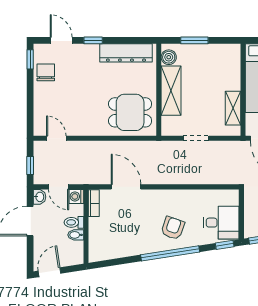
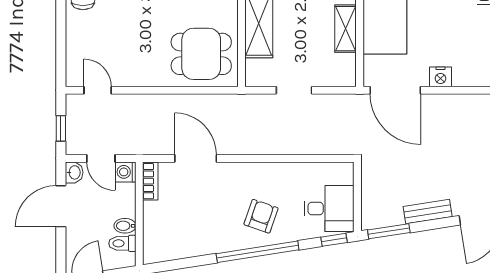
shelving: (233, 108) -> (346, 29), moved
toilet: (74, 222) -> (122, 243), moved

